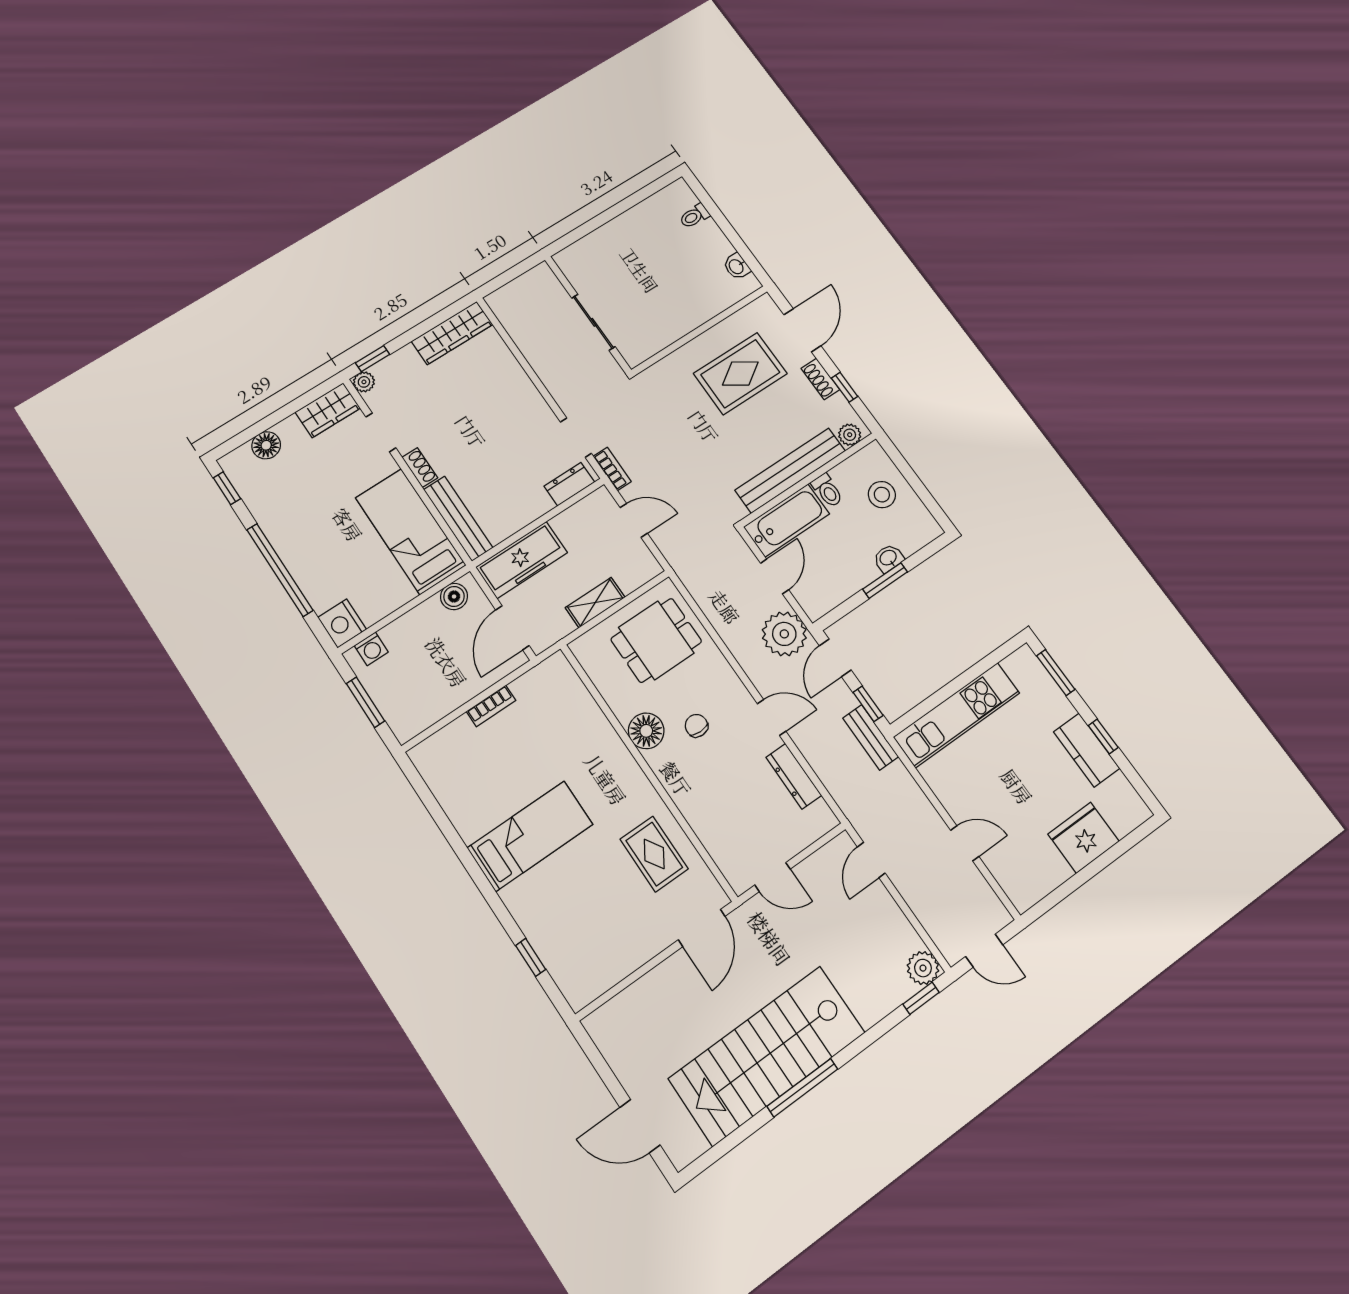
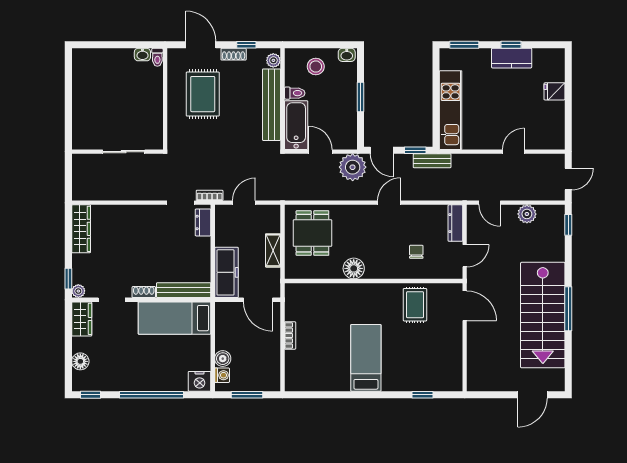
toilet: (694, 216) -> (157, 57), moved
washbasin: (888, 558) -> (347, 55), moved, turned -90
boiler: (454, 596) -> (223, 359), moved
chair: (696, 726) -> (416, 252), moved, turned 90
dresser: (794, 776) -> (455, 223), moved, turned 90
fridge: (1084, 838) -> (554, 91), width x0.53, depth x0.75
rug: (654, 854) -> (415, 305), turned 90
plant: (923, 968) -> (527, 214), moved

